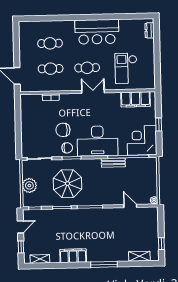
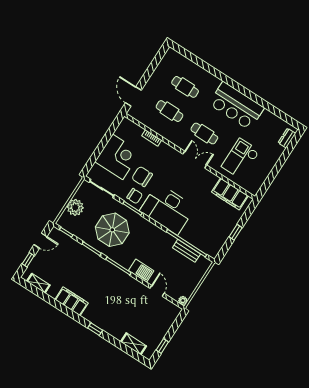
corner desk: (142, 140) -> (118, 157), moved, turned 90
bench: (113, 163) -> (186, 251), moved
barbecue: (109, 199) -> (141, 271), added
window: (104, 264) -> (95, 329), width x0.46

